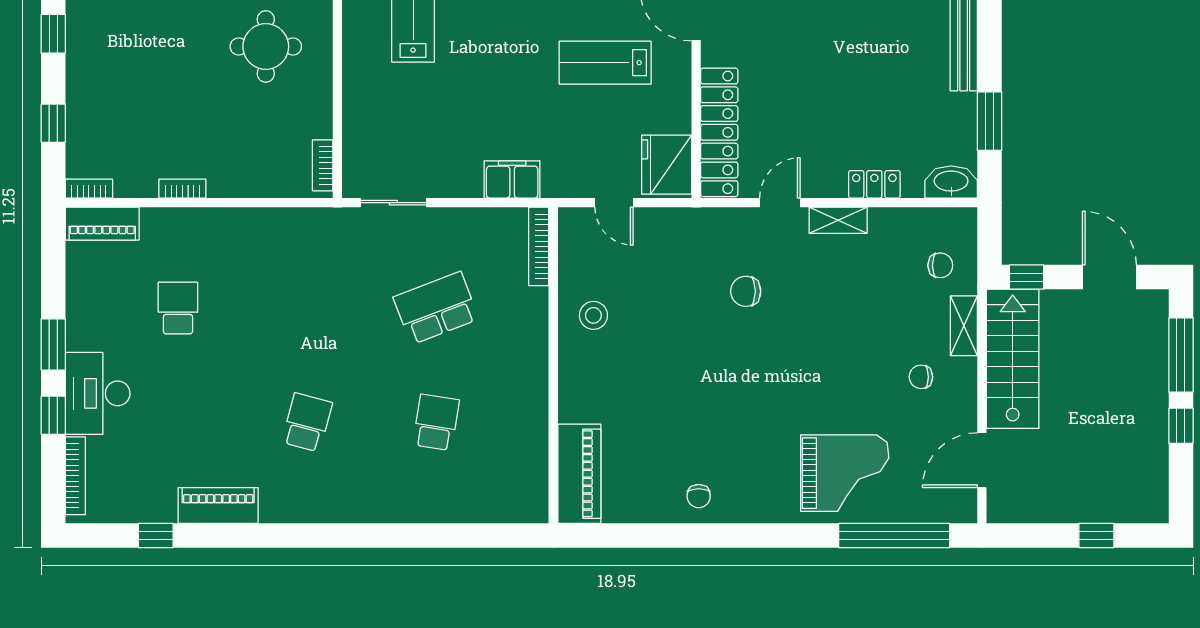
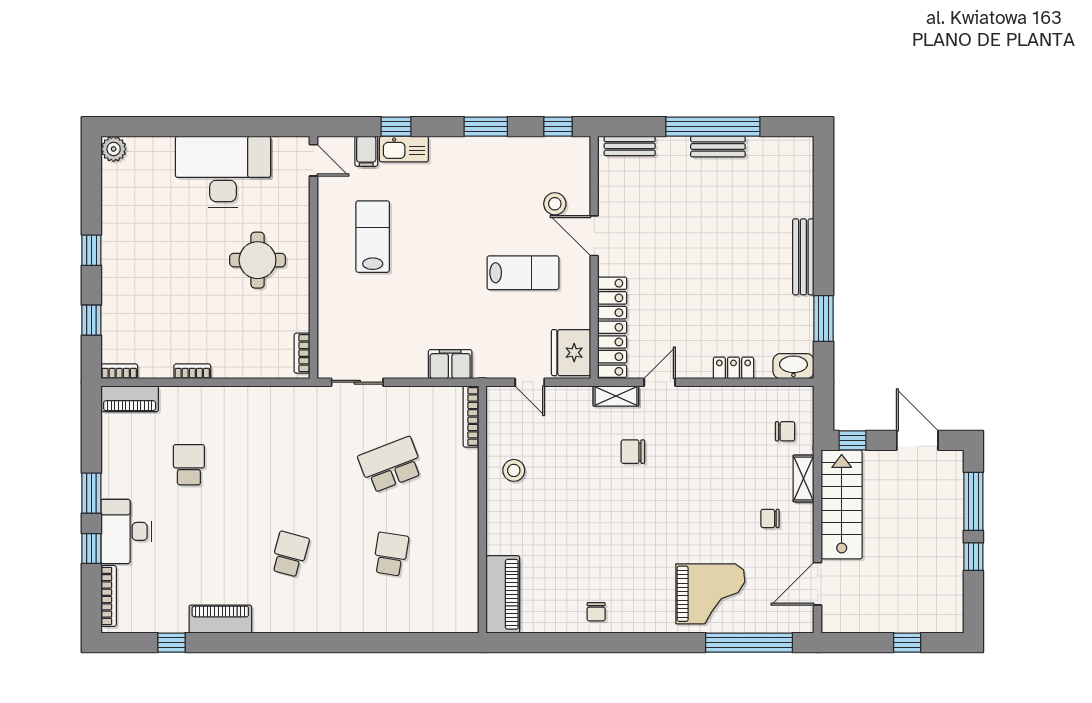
lab bench: (605, 63) -> (523, 273), turned 180
shelving: (838, 220) -> (616, 396), moved

